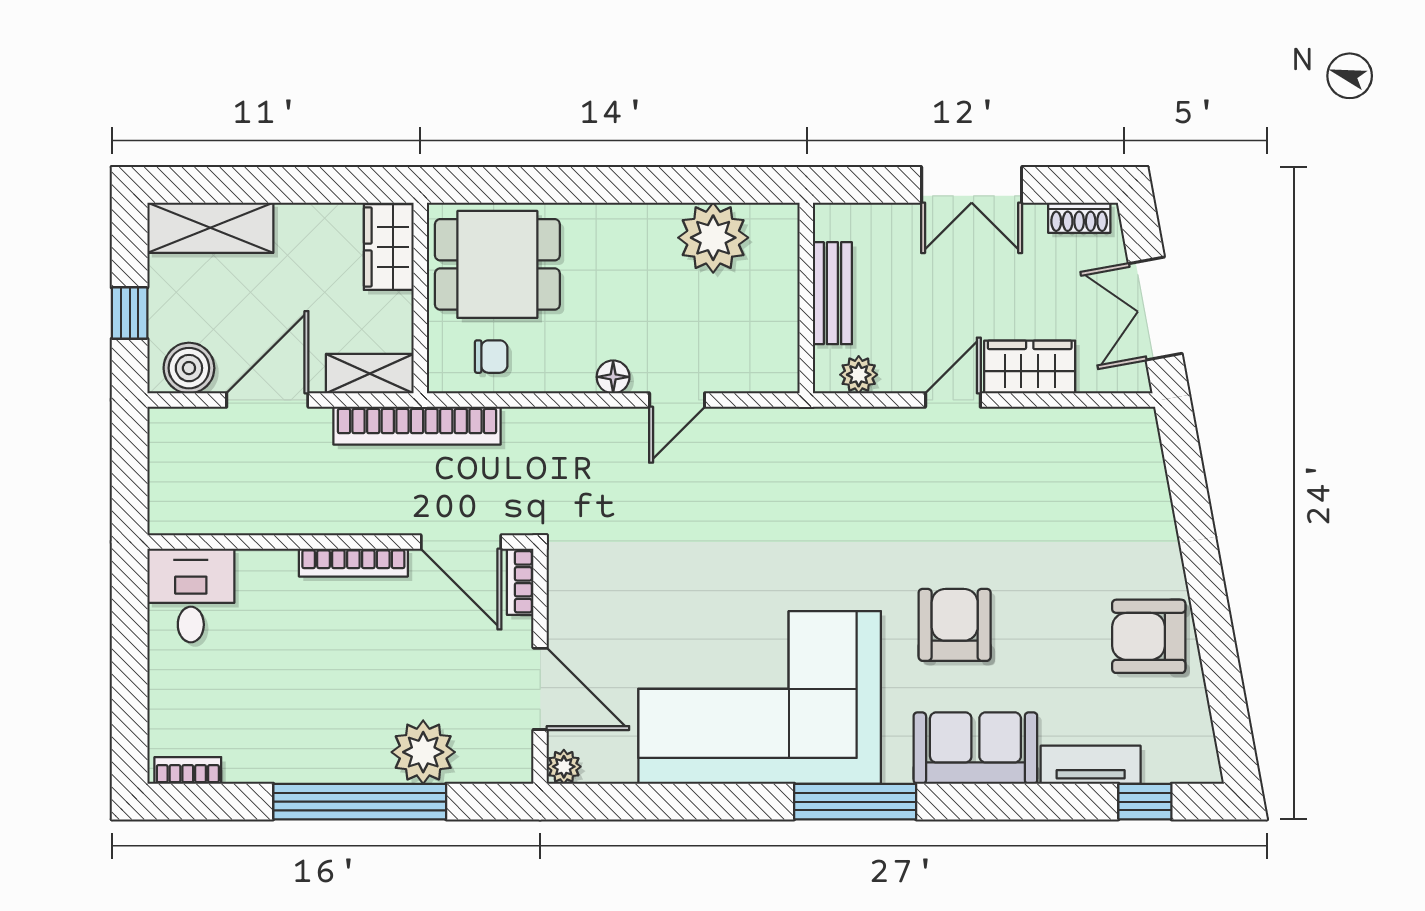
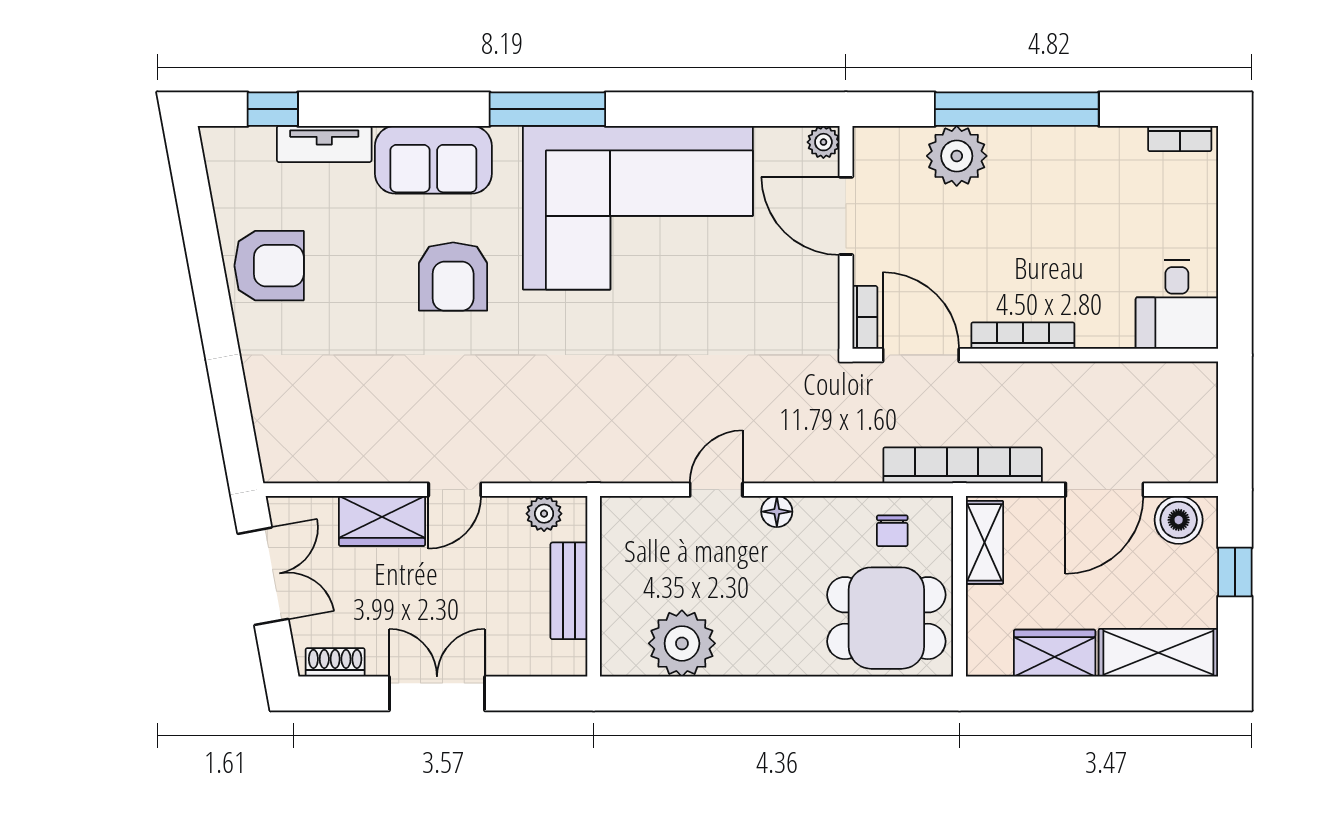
wardrobe: (389, 247) -> (1055, 653), moved, turned -90
chair: (491, 357) -> (892, 531), turned -90
shelving: (370, 374) -> (984, 542), moved, turned 90

